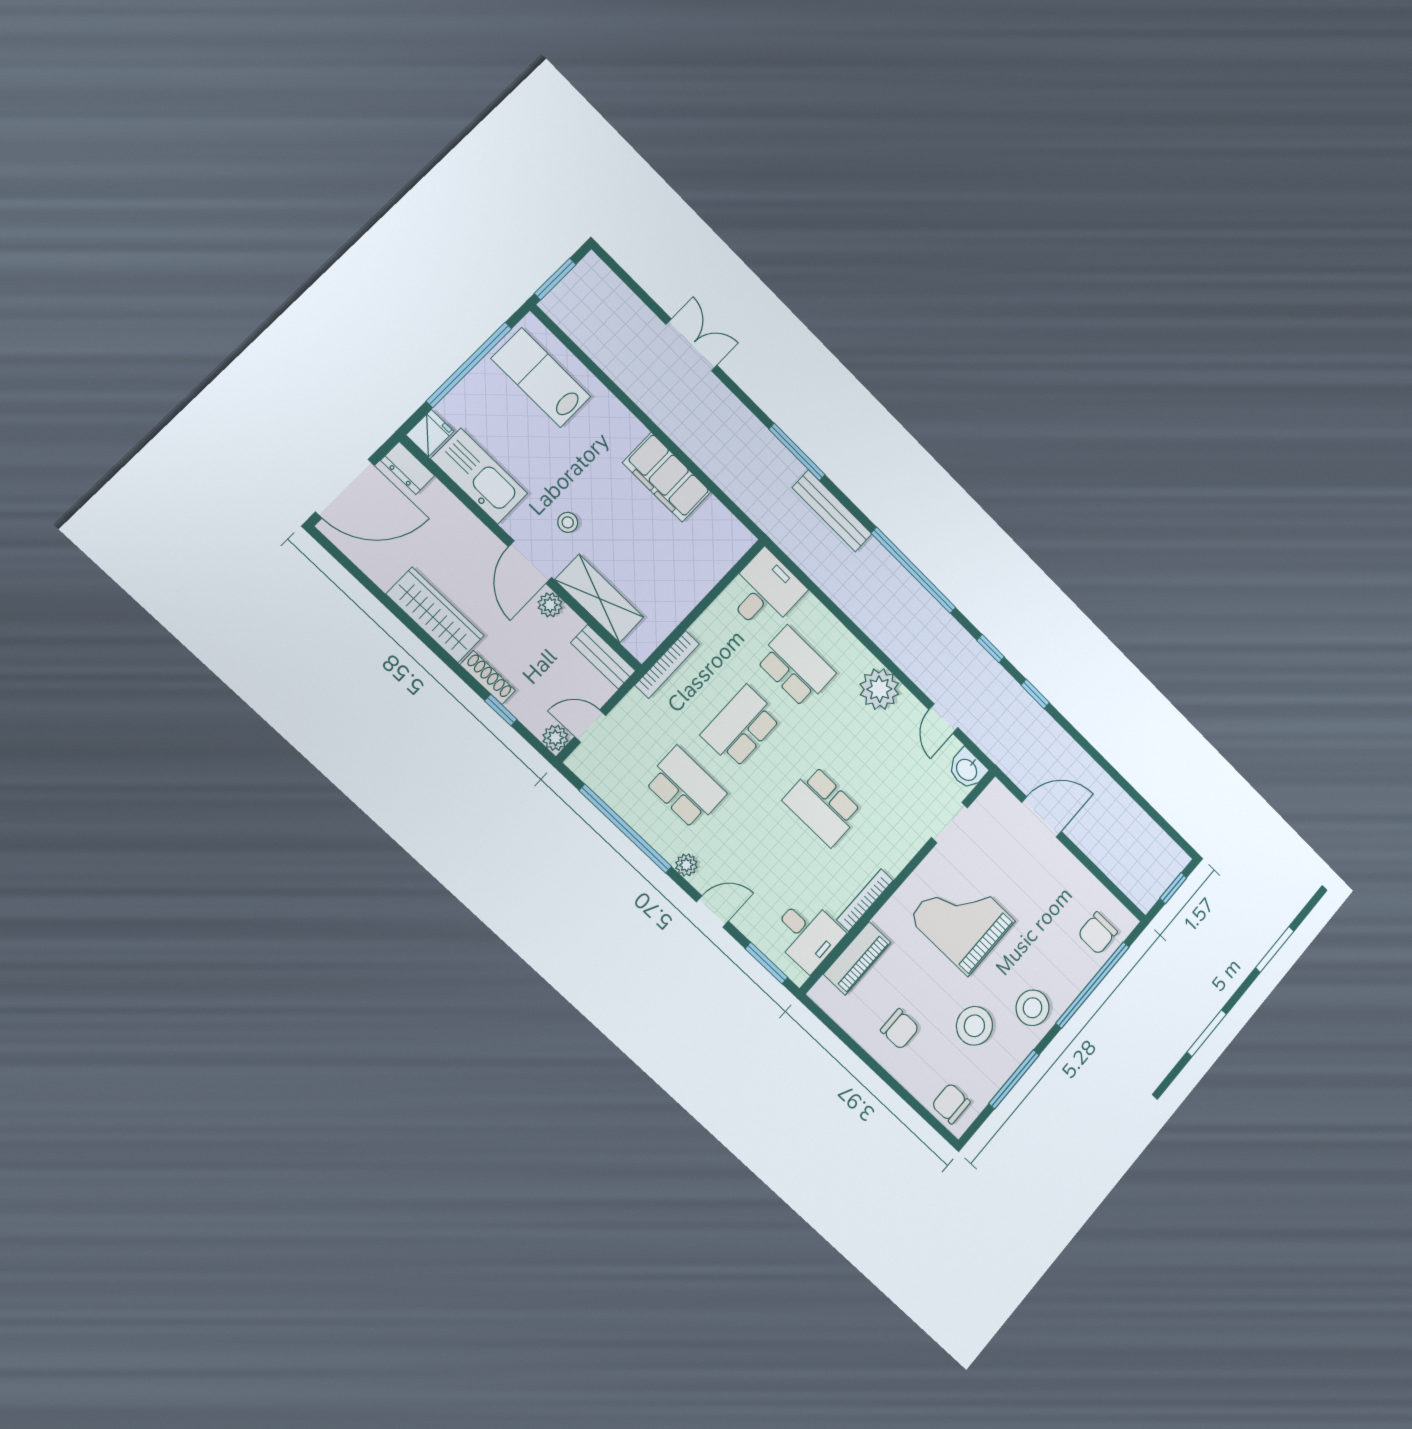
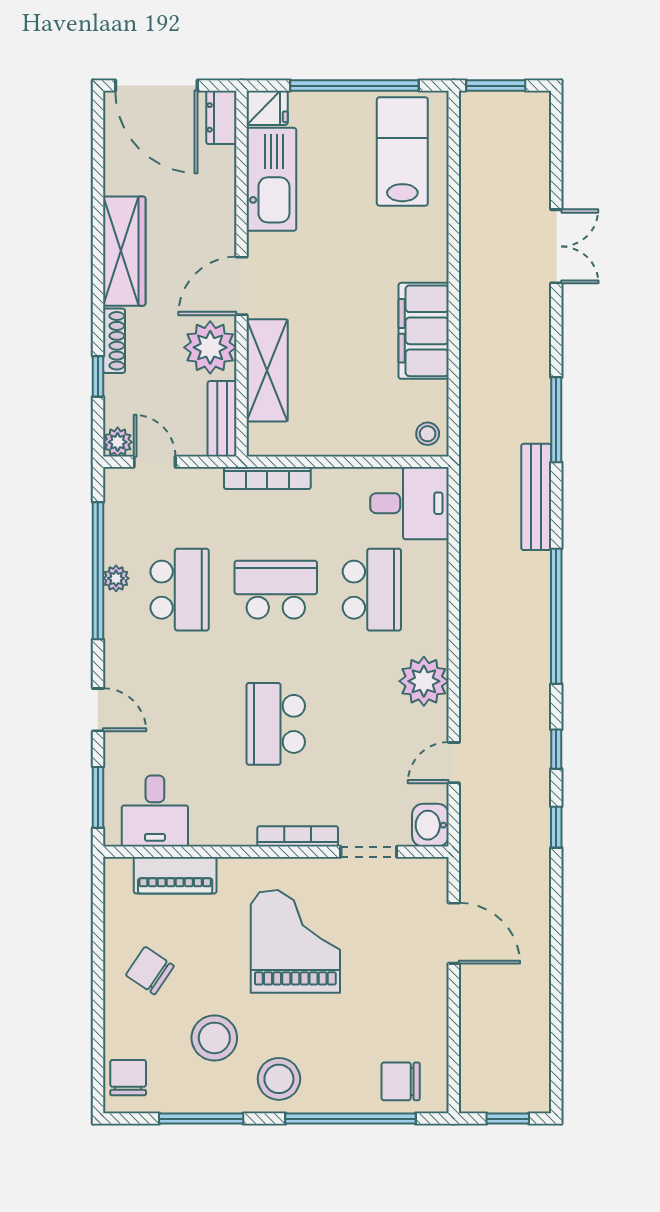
stool: (568, 522) -> (428, 434), moved
plant: (550, 605) -> (210, 347), width x1.87, depth x1.87
plant: (686, 865) -> (116, 578), moved
bookcase: (865, 900) -> (298, 836), moved
chair: (900, 1029) -> (150, 971), turned 124

